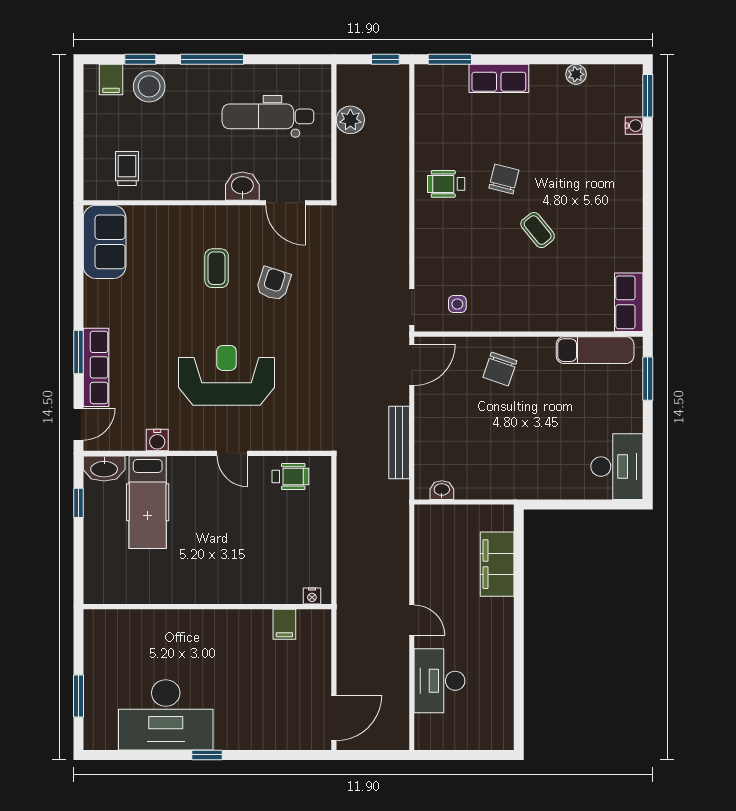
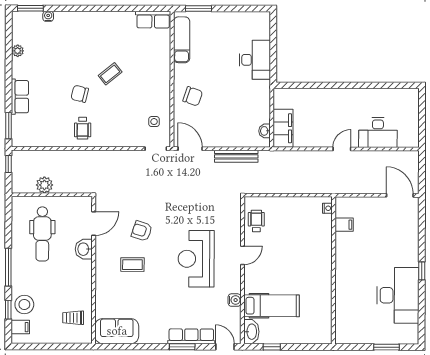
desk: (617, 467) -> (255, 60), moved, turned 90
filing cabinet: (497, 564) -> (283, 128), moved, turned -90

